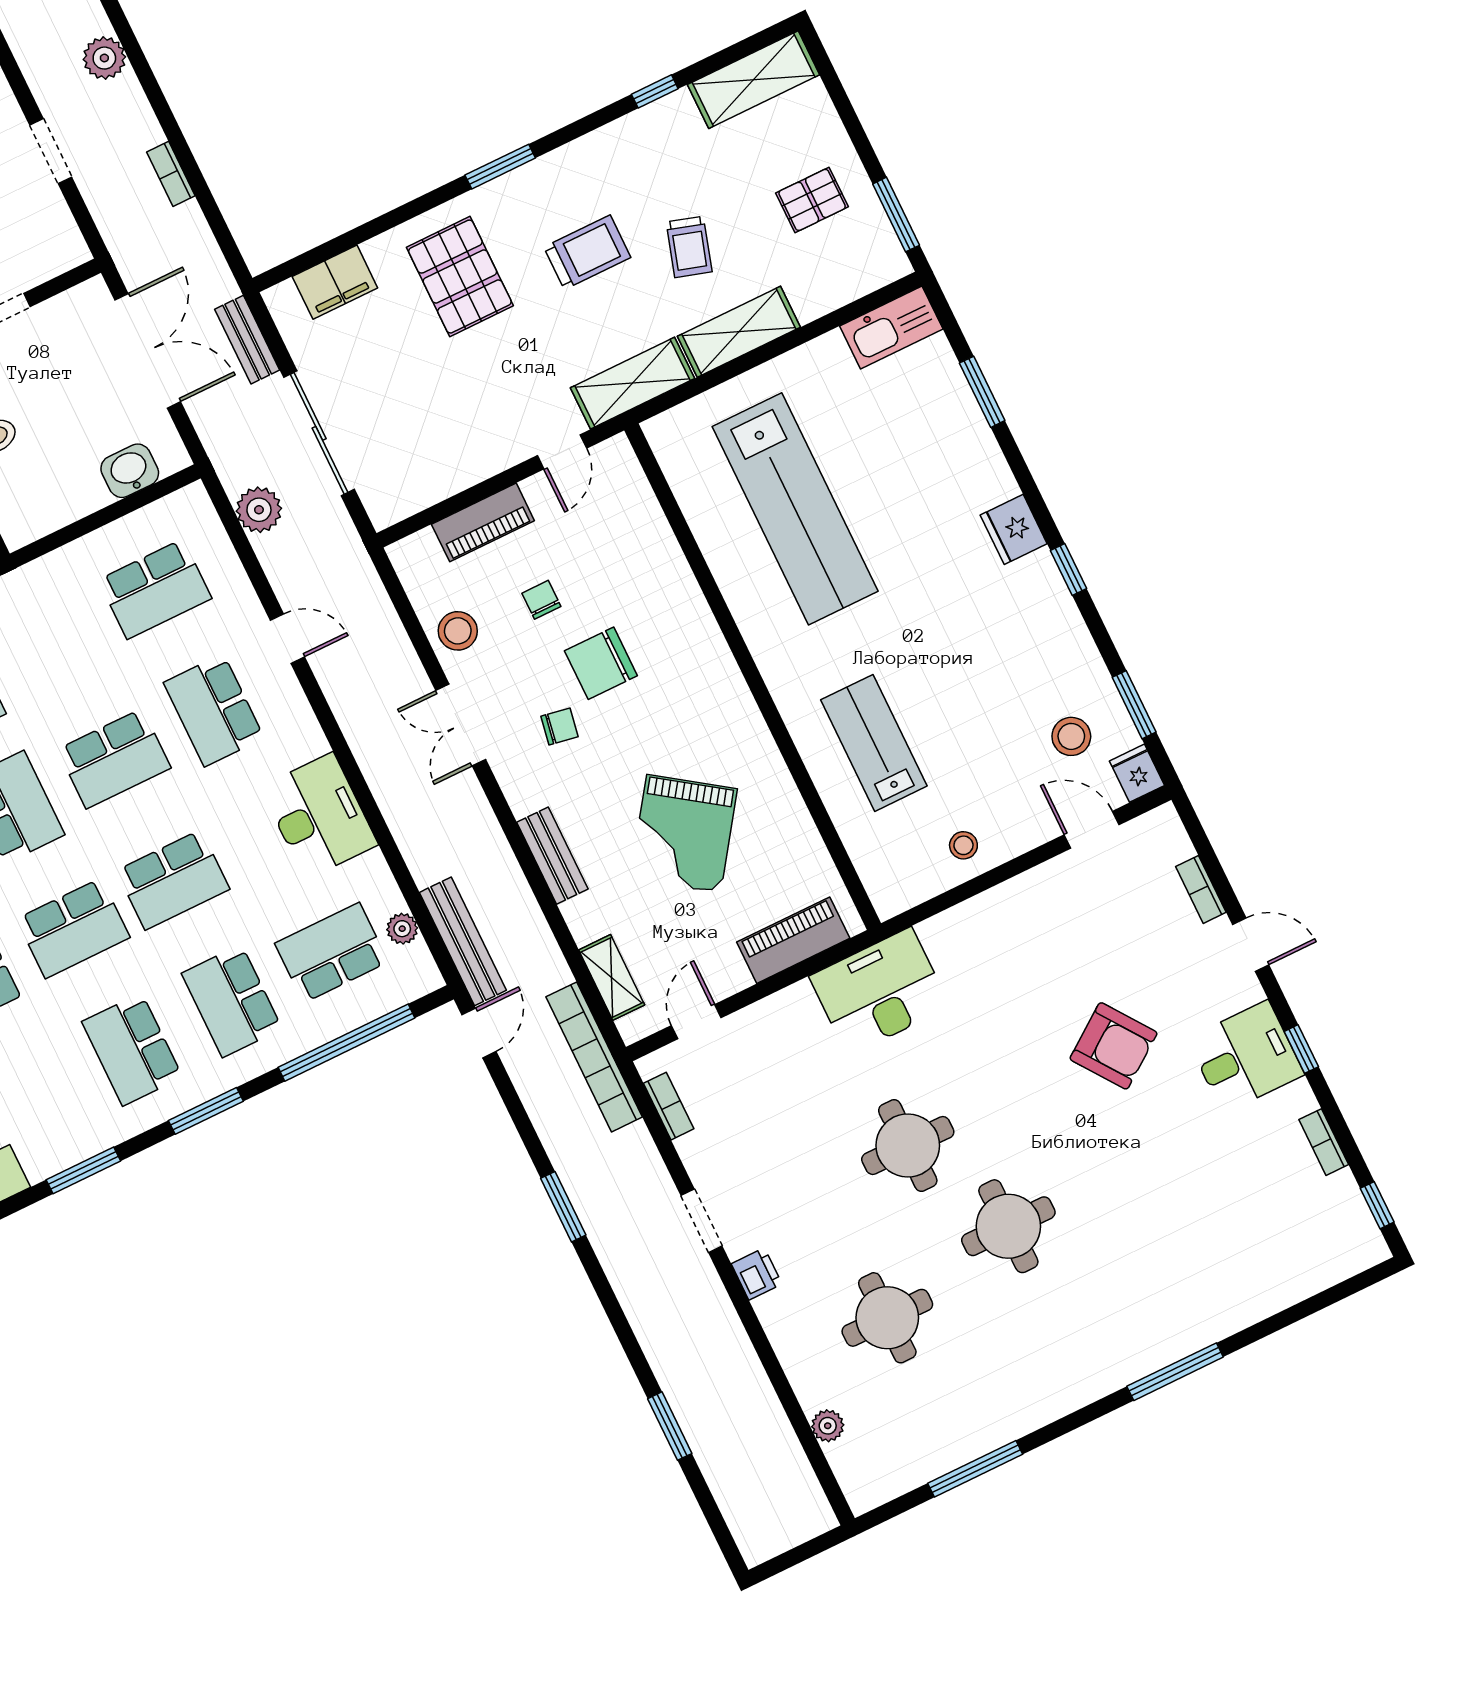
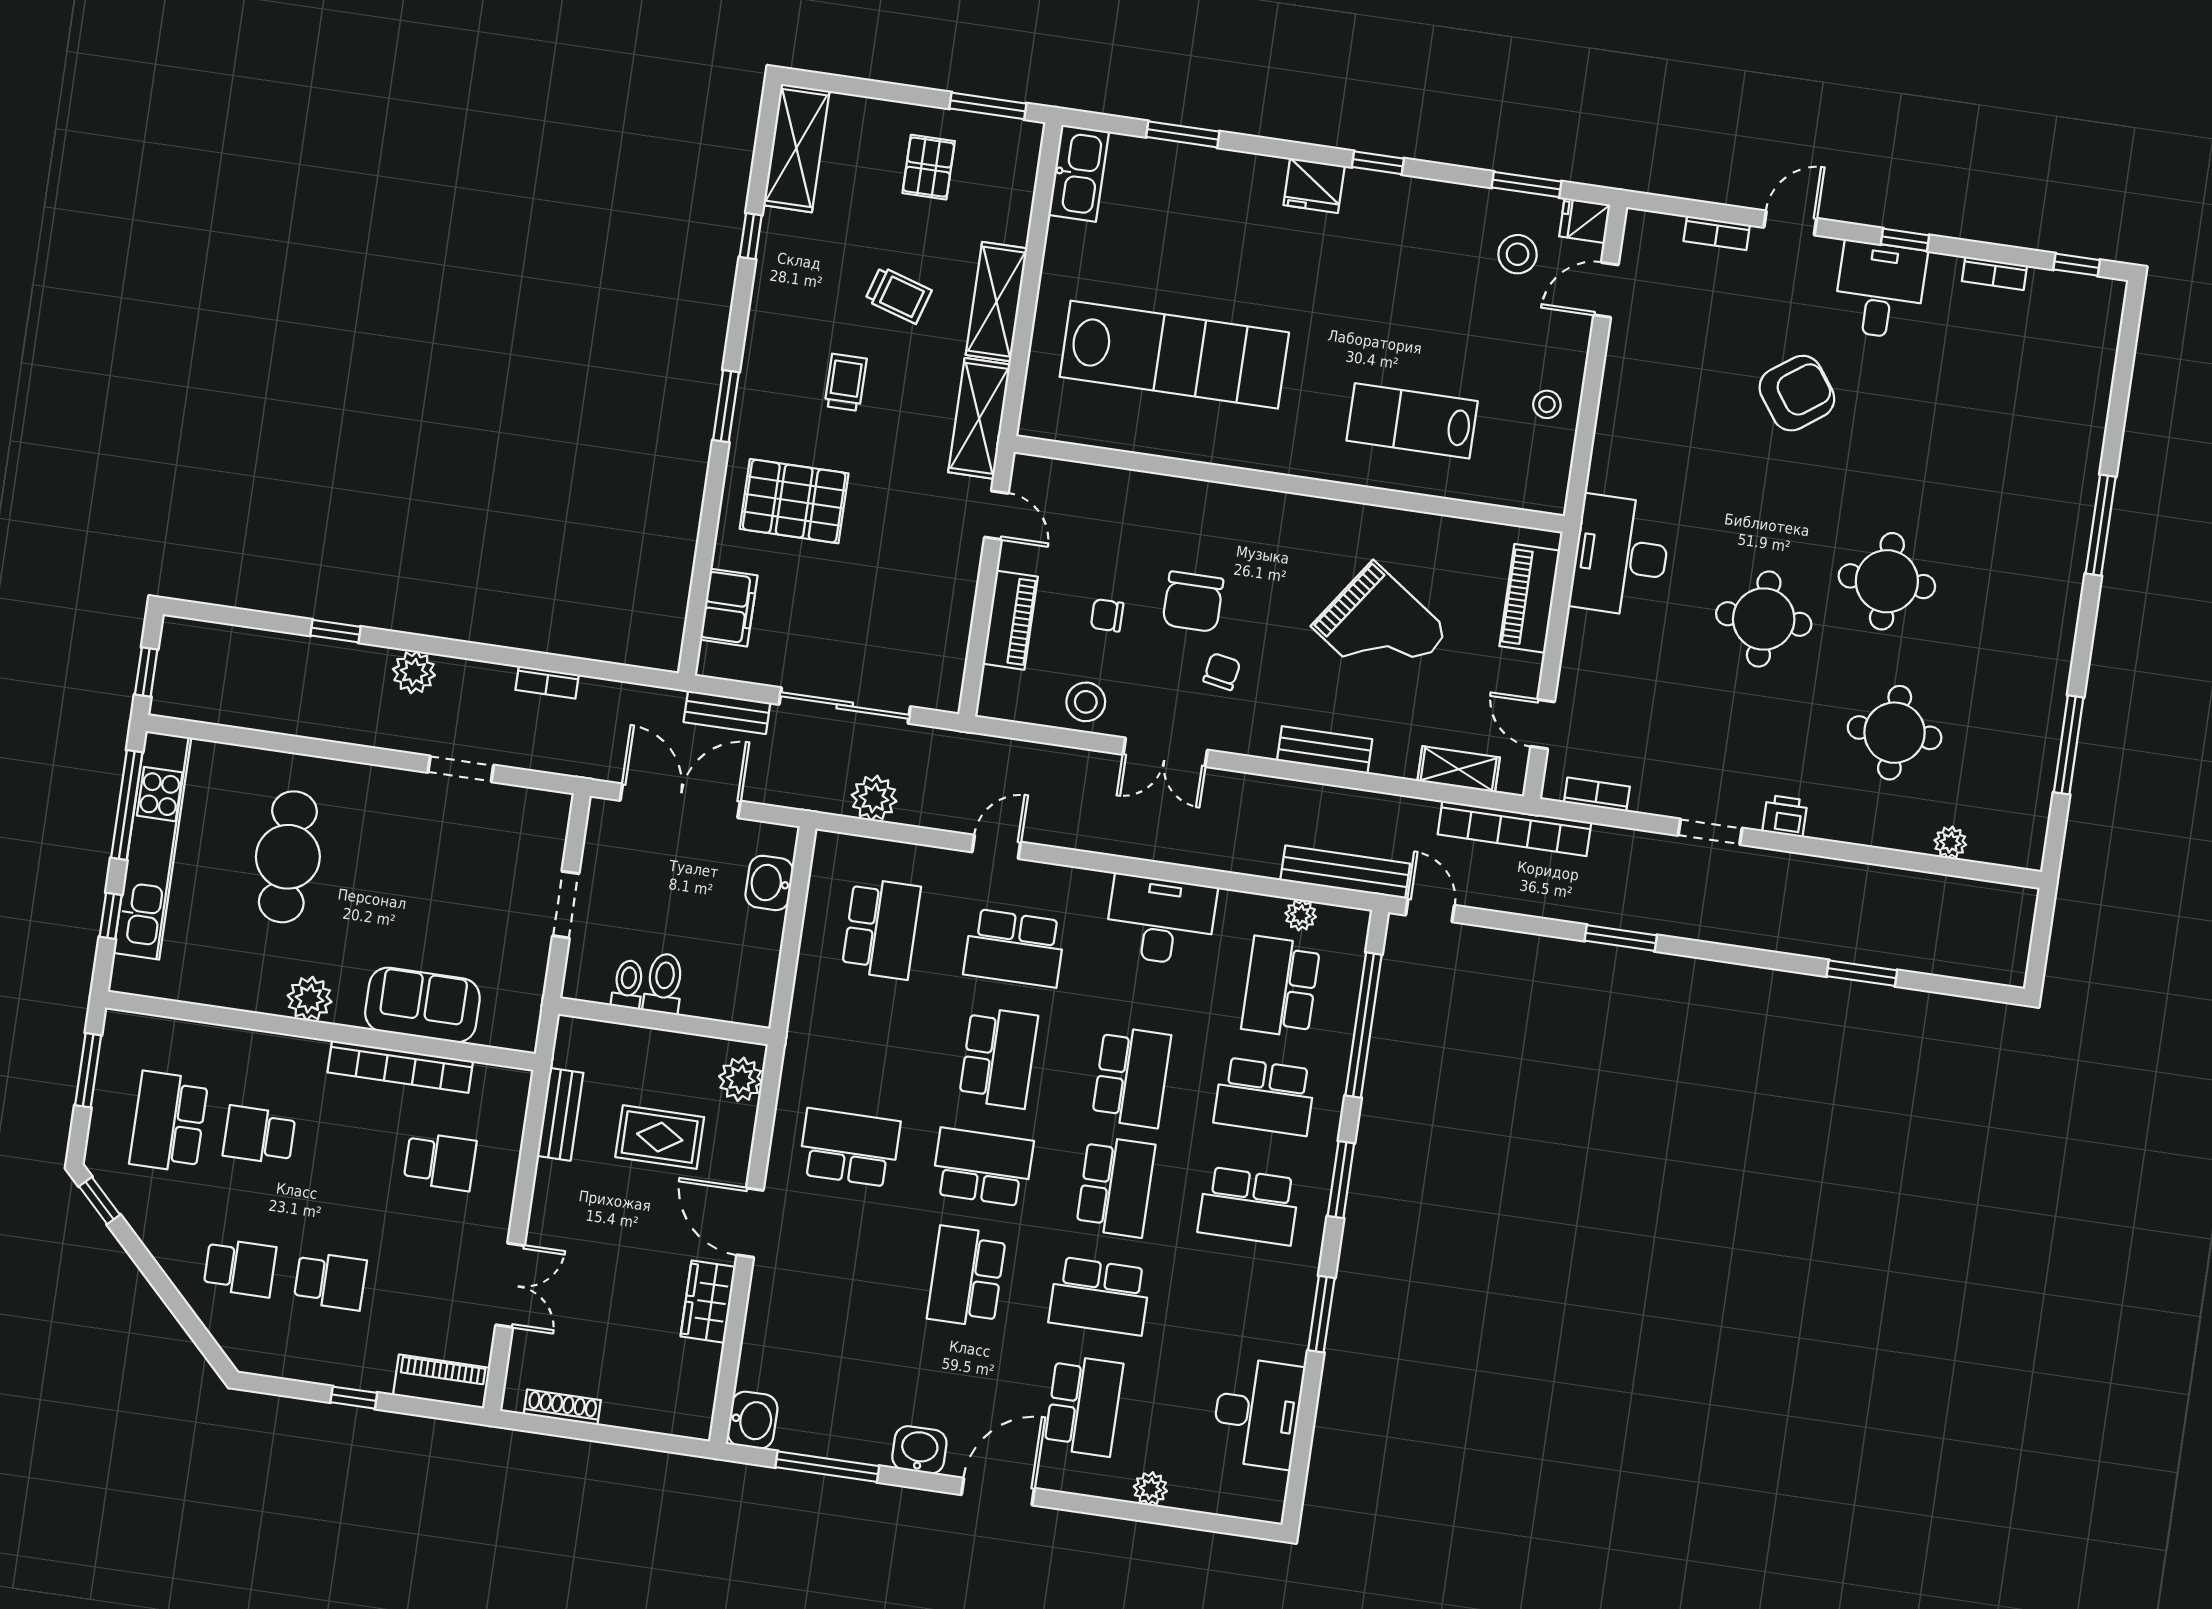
trolley: (587, 252) -> (846, 382), width x0.73, depth x0.72

